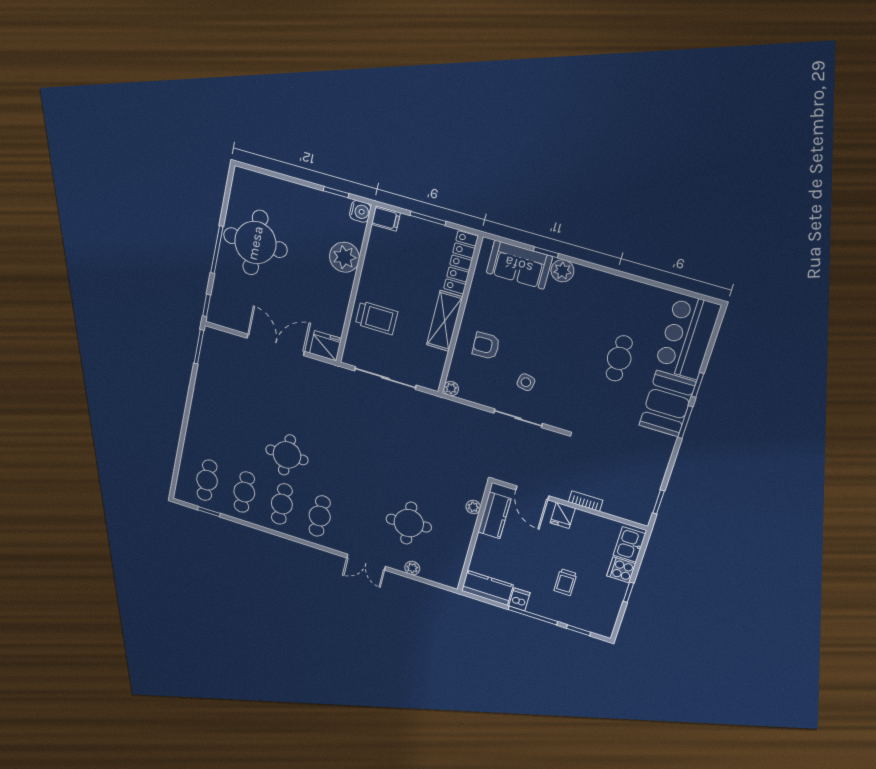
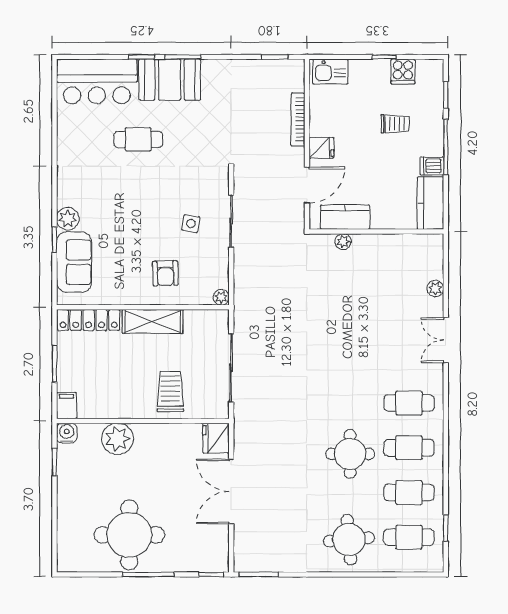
bookcase: (586, 501) -> (298, 119), width x1.56
round table: (409, 523) -> (349, 540), moved
double door: (366, 562) -> (446, 340), swing flipped
cooker: (621, 570) -> (403, 72), moved

